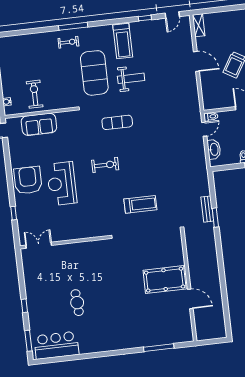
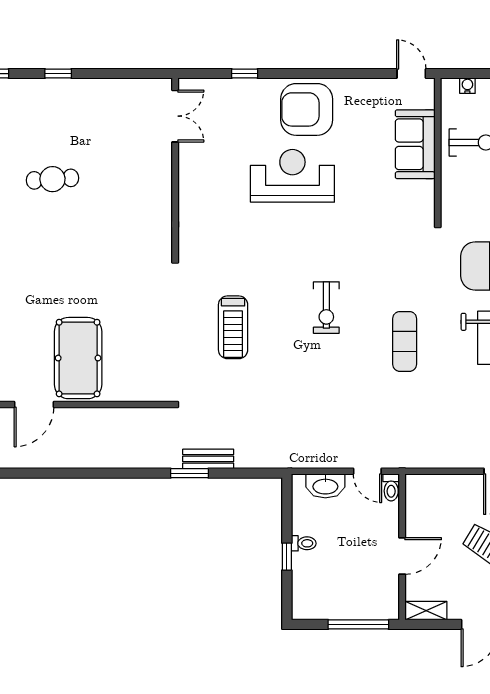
exercise mat: (117, 122) -> (405, 341), moved
exercise bike: (105, 165) -> (326, 308), moved
armchair: (28, 180) -> (307, 109), turned 180

